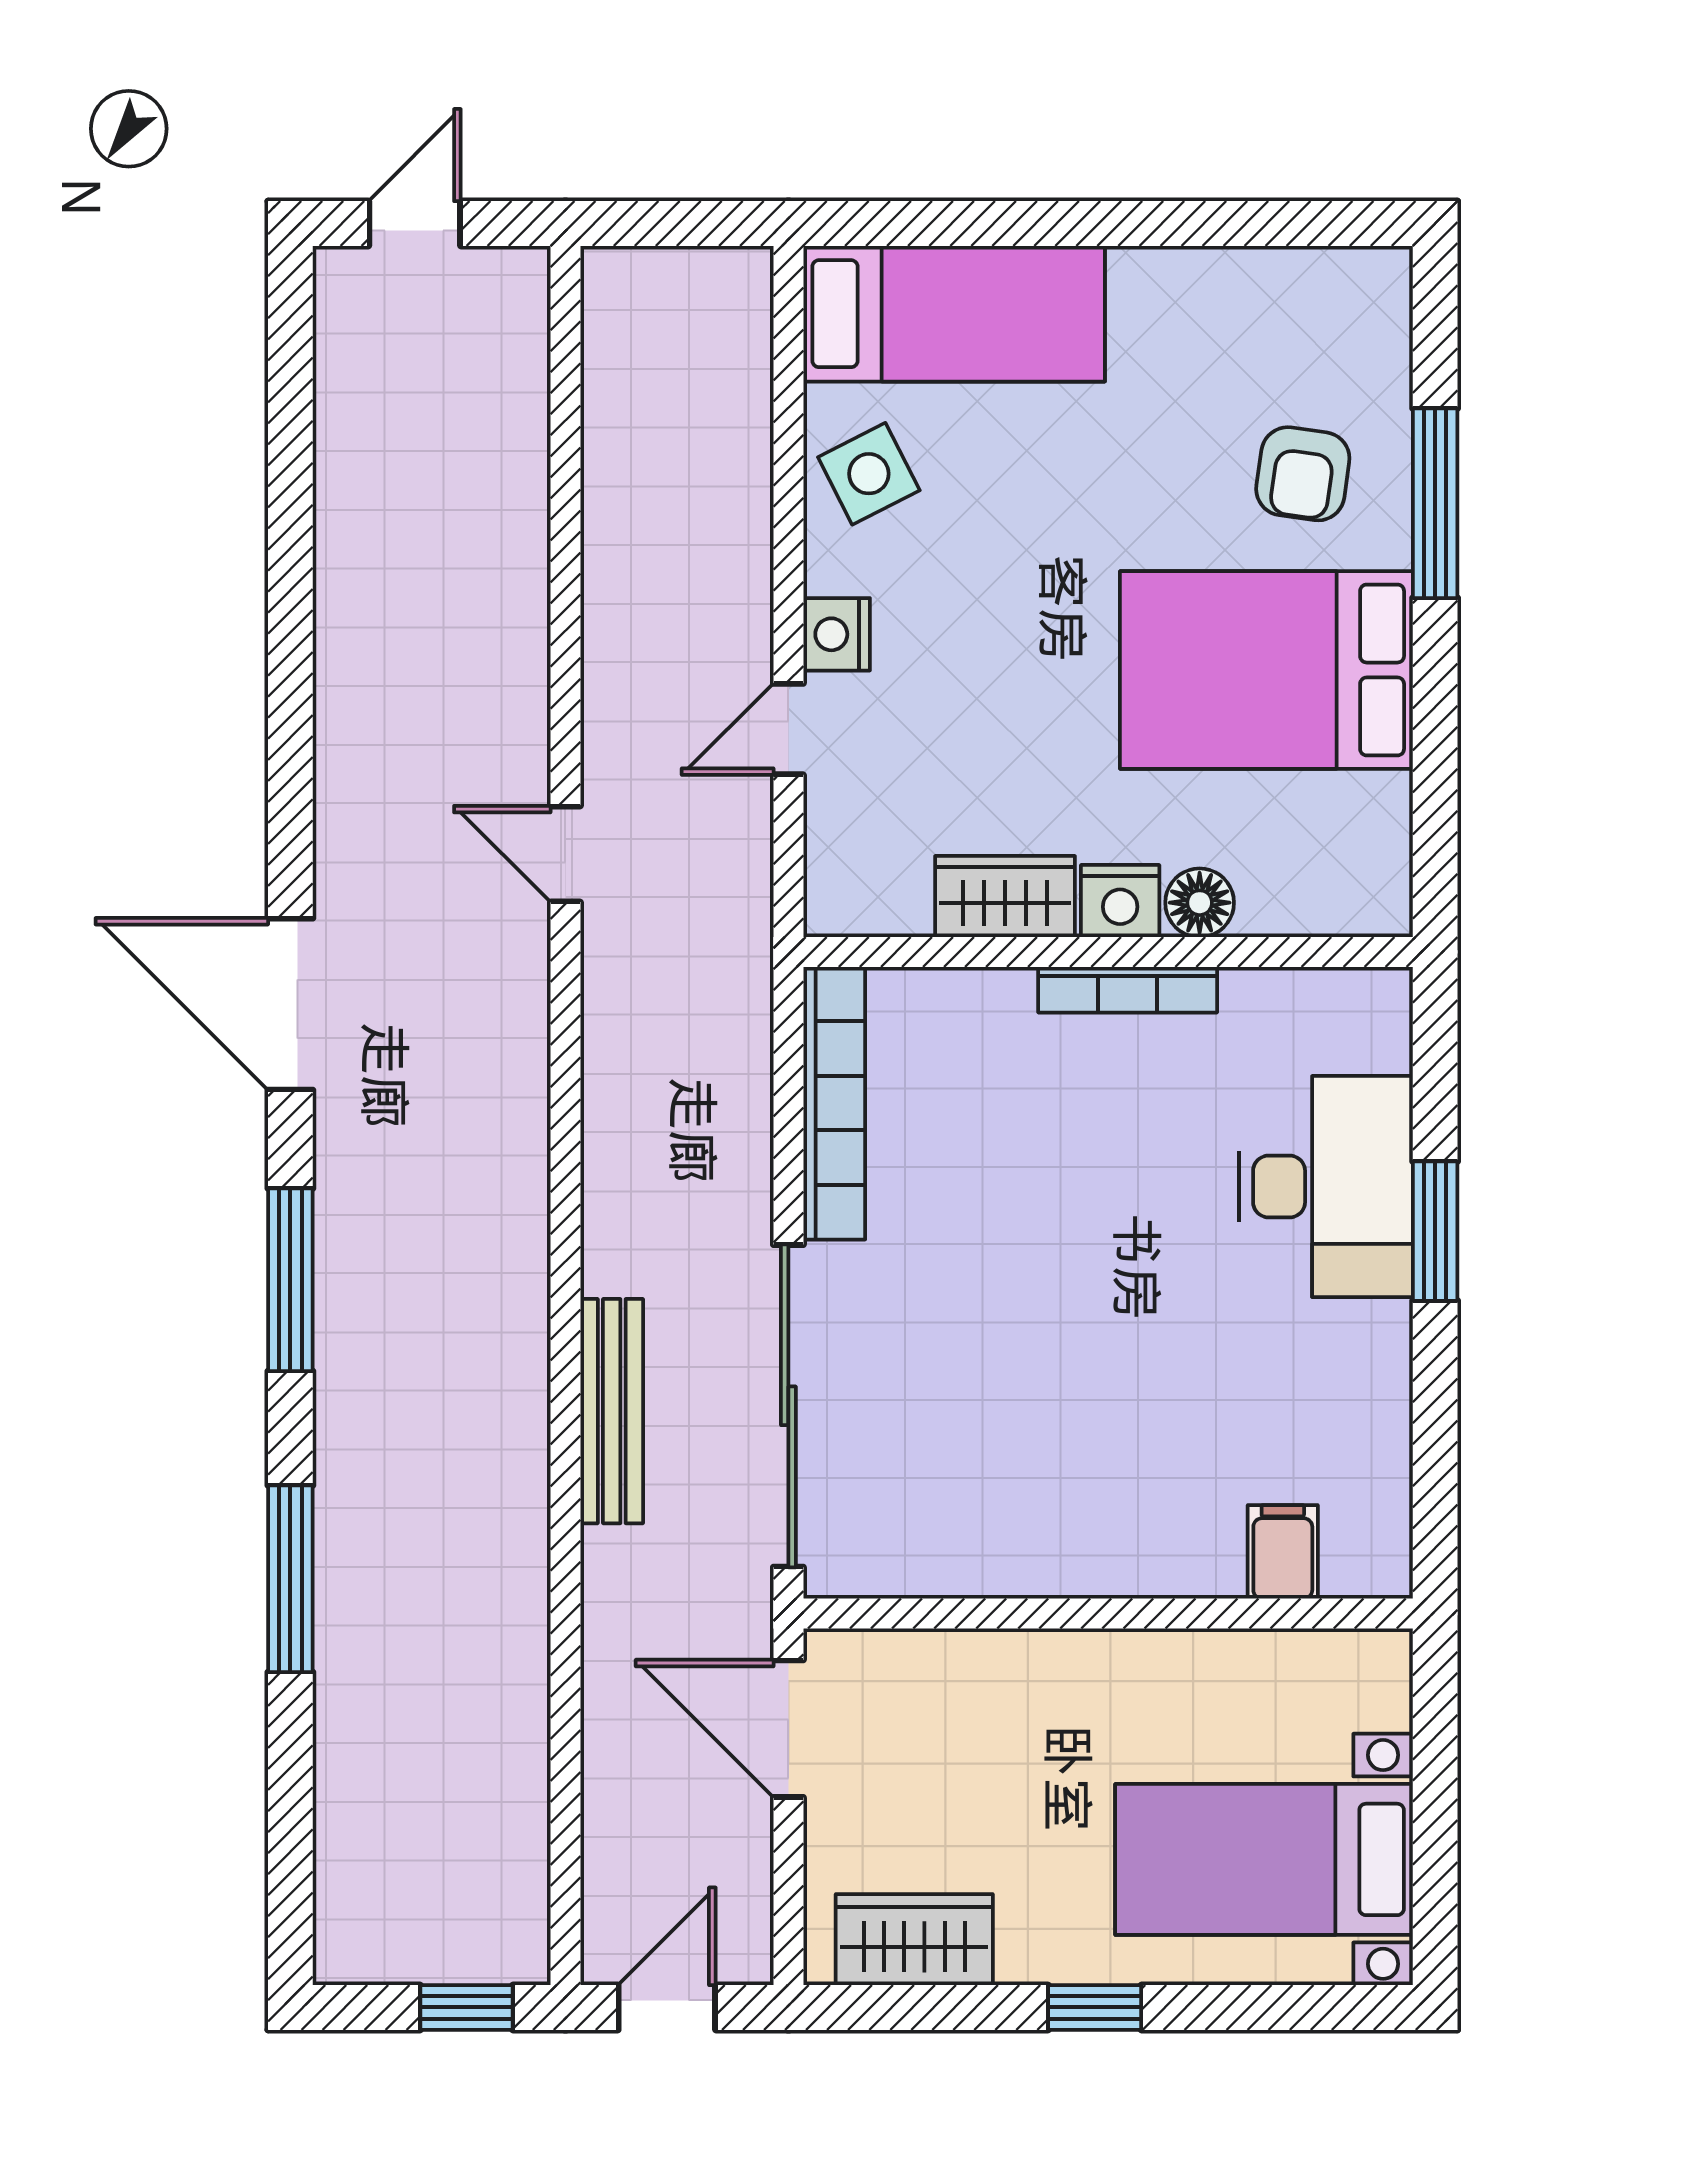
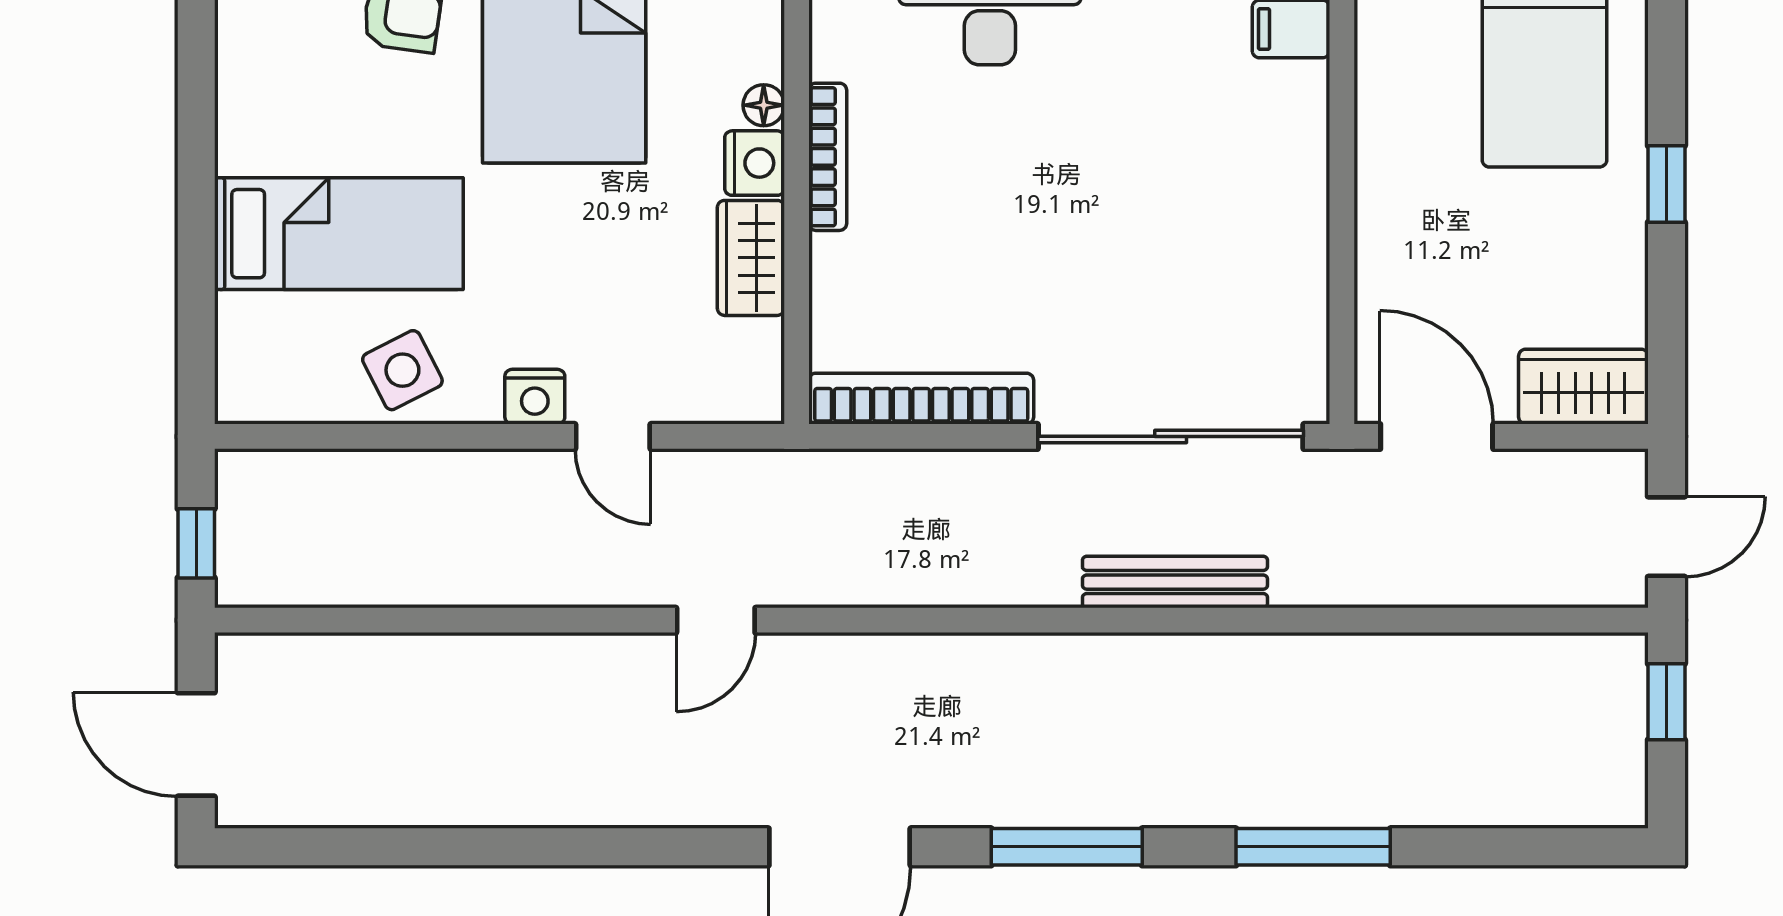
door: (415, 223) -> (196, 744), width x1.38
window: (659, 223) -> (196, 543), added
bed: (954, 314) -> (339, 234), moved, turned 90
floor lamp: (1200, 903) -> (764, 105), width x0.73, depth x0.73
door: (788, 1729) -> (1437, 436), swing flipped
wardrobe: (914, 1940) -> (1583, 387), moved, turned 90
door: (667, 2007) -> (1666, 537), swing flipped

